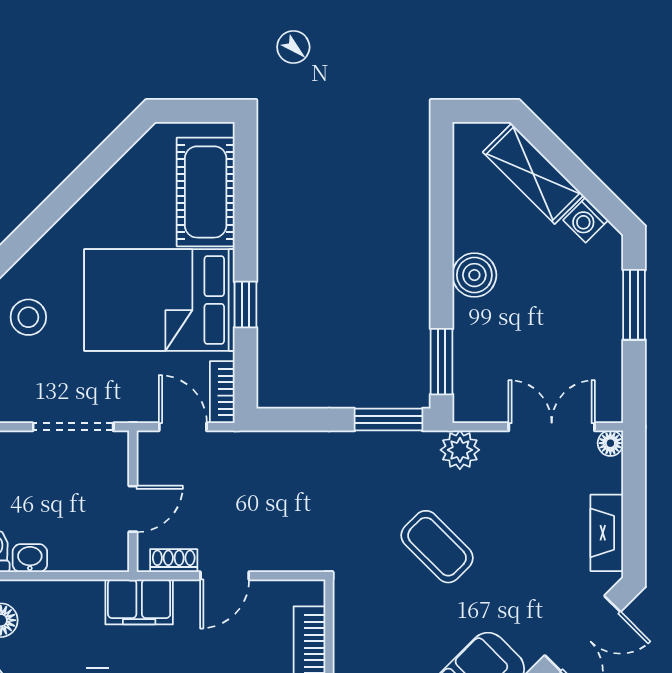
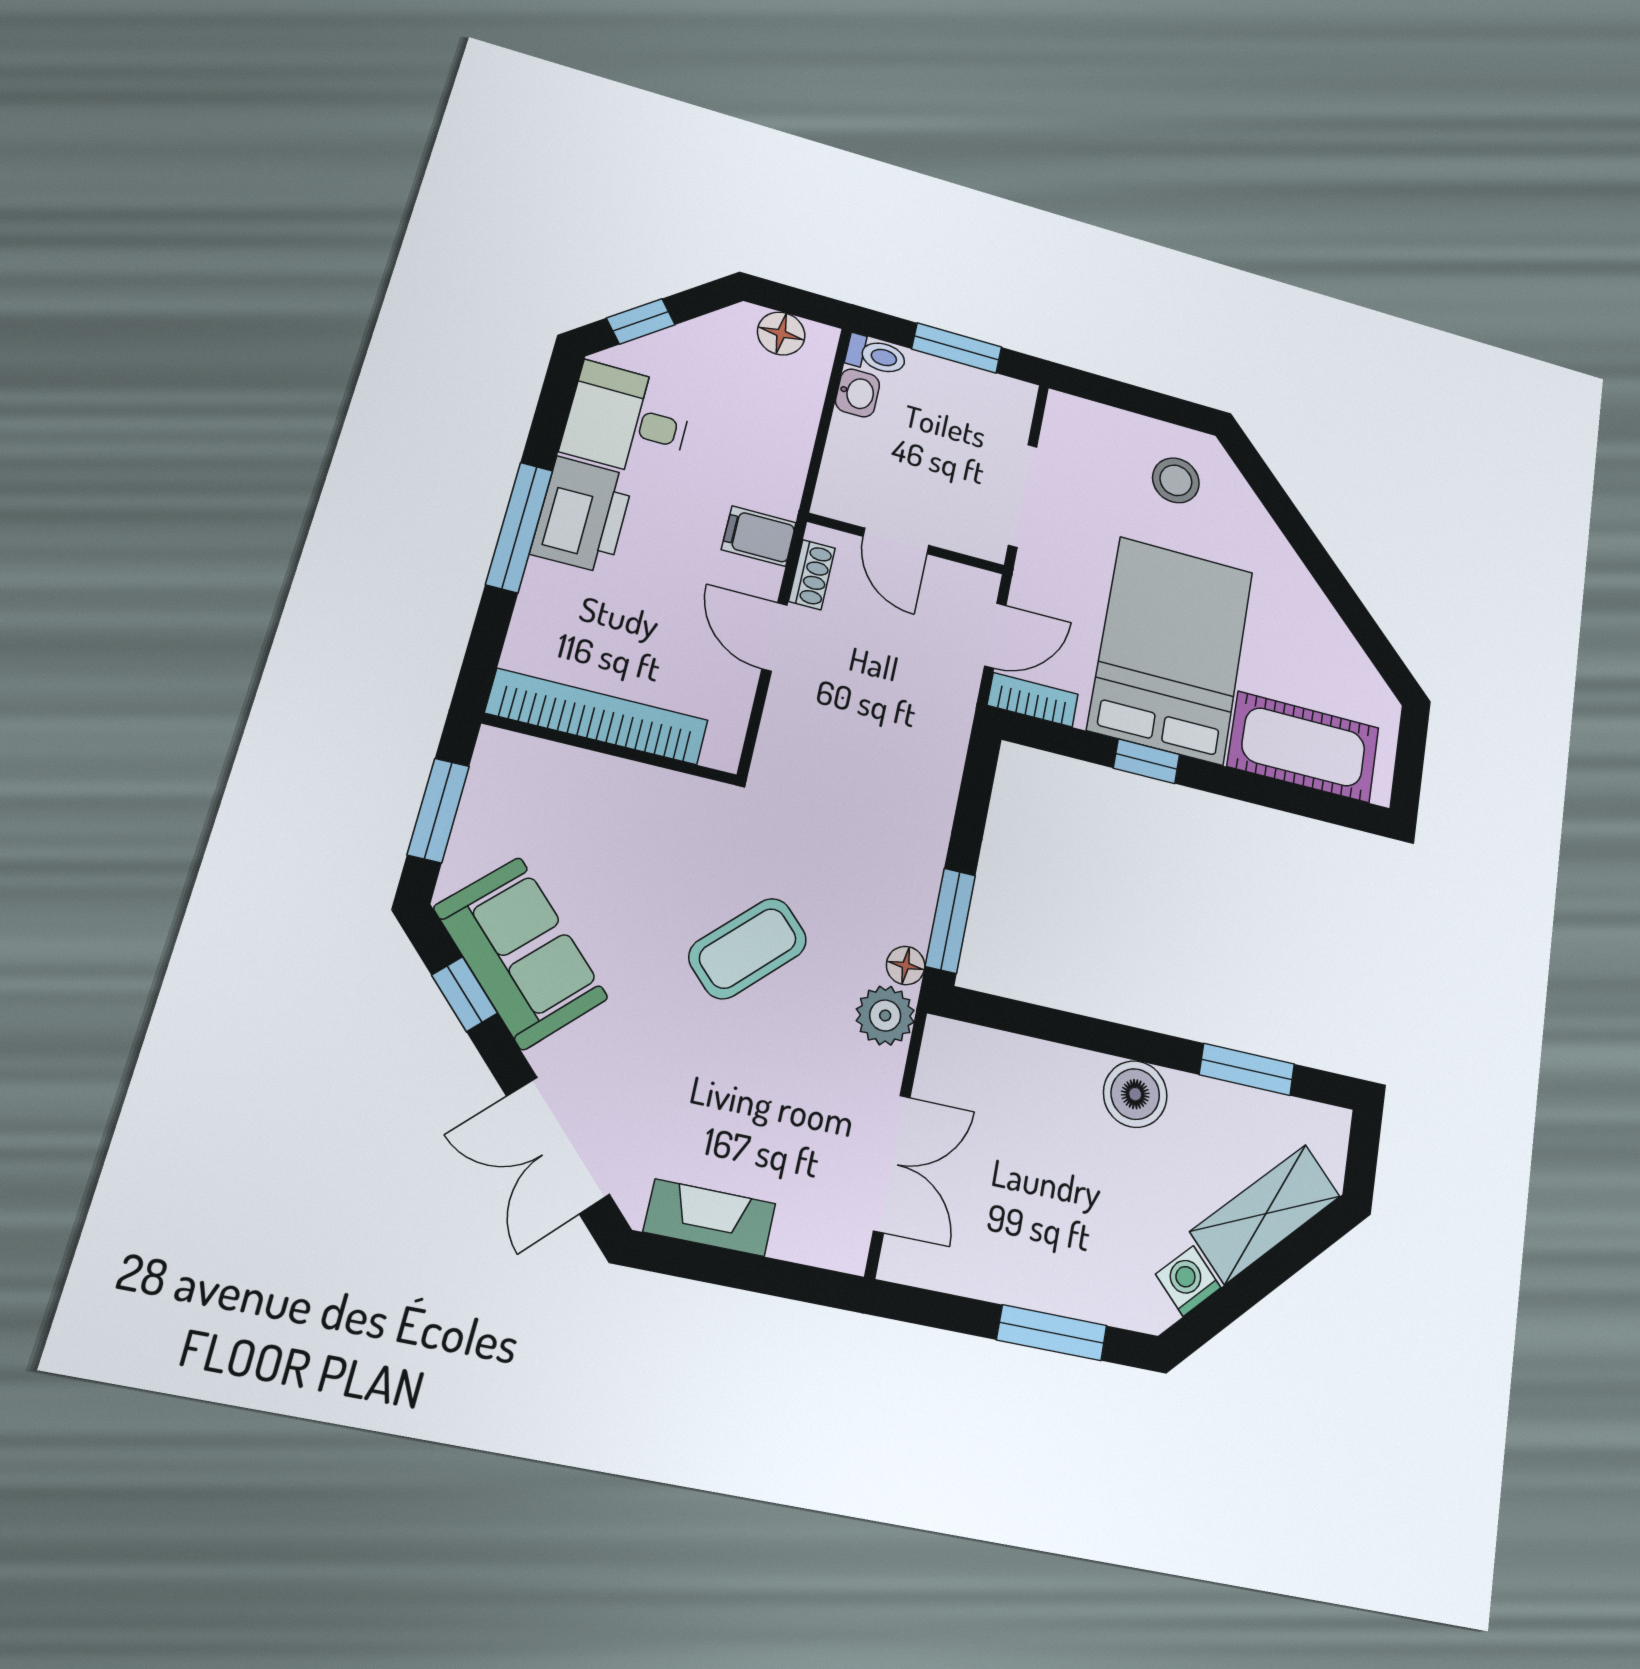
window: (442, 362) -> (1247, 1069), moved
floor lamp: (610, 443) -> (906, 966), moved
filing cabinet: (139, 602) -> (759, 536), width x0.50

